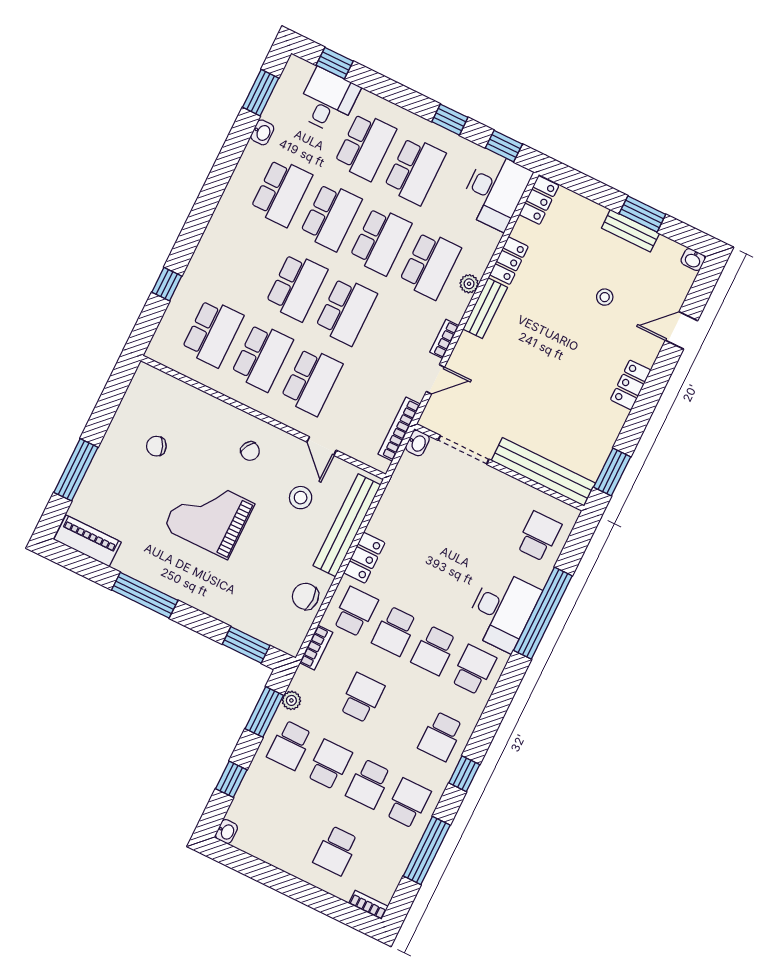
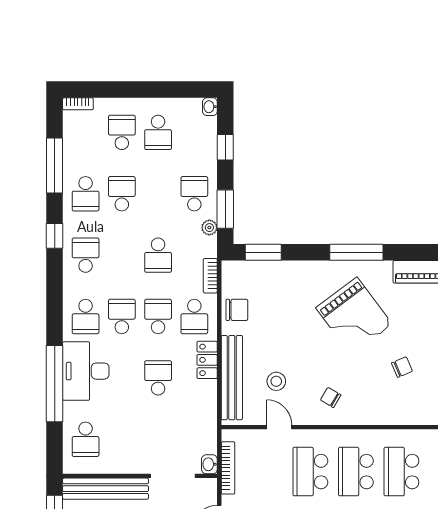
grand piano: (209, 516) -> (354, 316), moved, turned 53
school desk: (427, 564) -> (158, 378), added
school desk: (329, 764) -> (158, 132), moved

